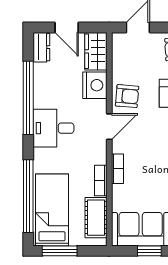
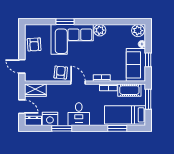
door: (67, 28) -> (22, 107), hinge flipped
nightstand: (95, 85) -> (50, 119), moved, turned 180
window: (28, 98) -> (62, 128), width x0.47
window: (28, 196) -> (117, 128), width x0.47
window: (60, 251) -> (148, 99), moved

